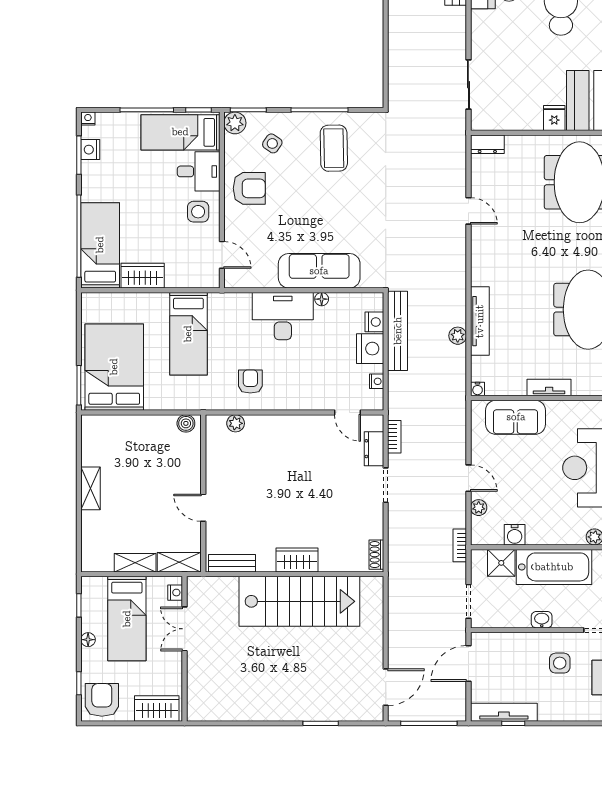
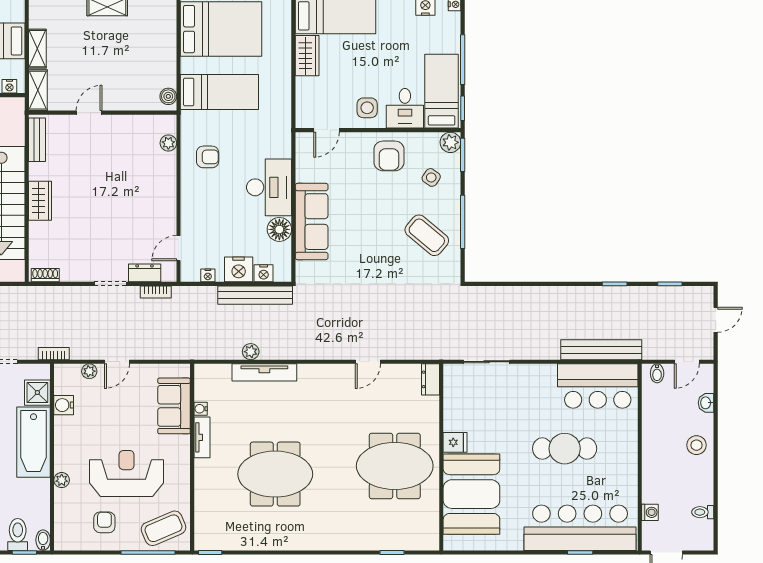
coffee table: (334, 148) -> (427, 235), turned 41
floor lamp: (322, 299) -> (279, 229), width x1.89, depth x1.89
bed: (188, 334) -> (219, 92), moved, turned 180
water cooler: (478, 389) -> (201, 409), moved

